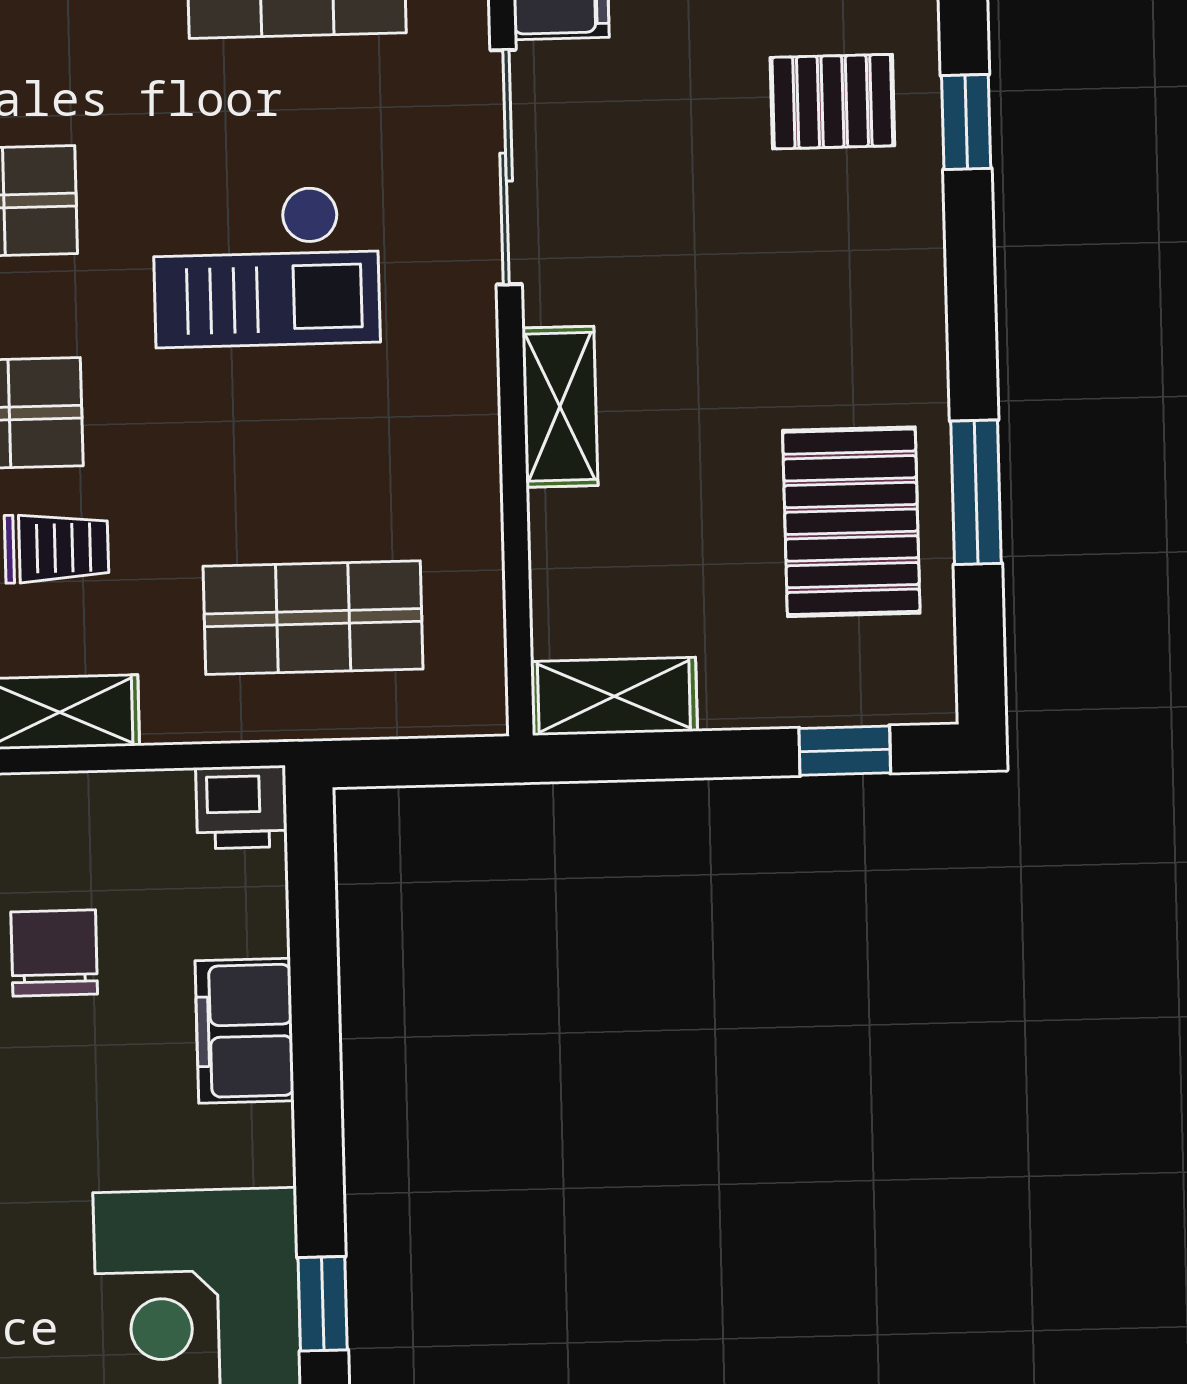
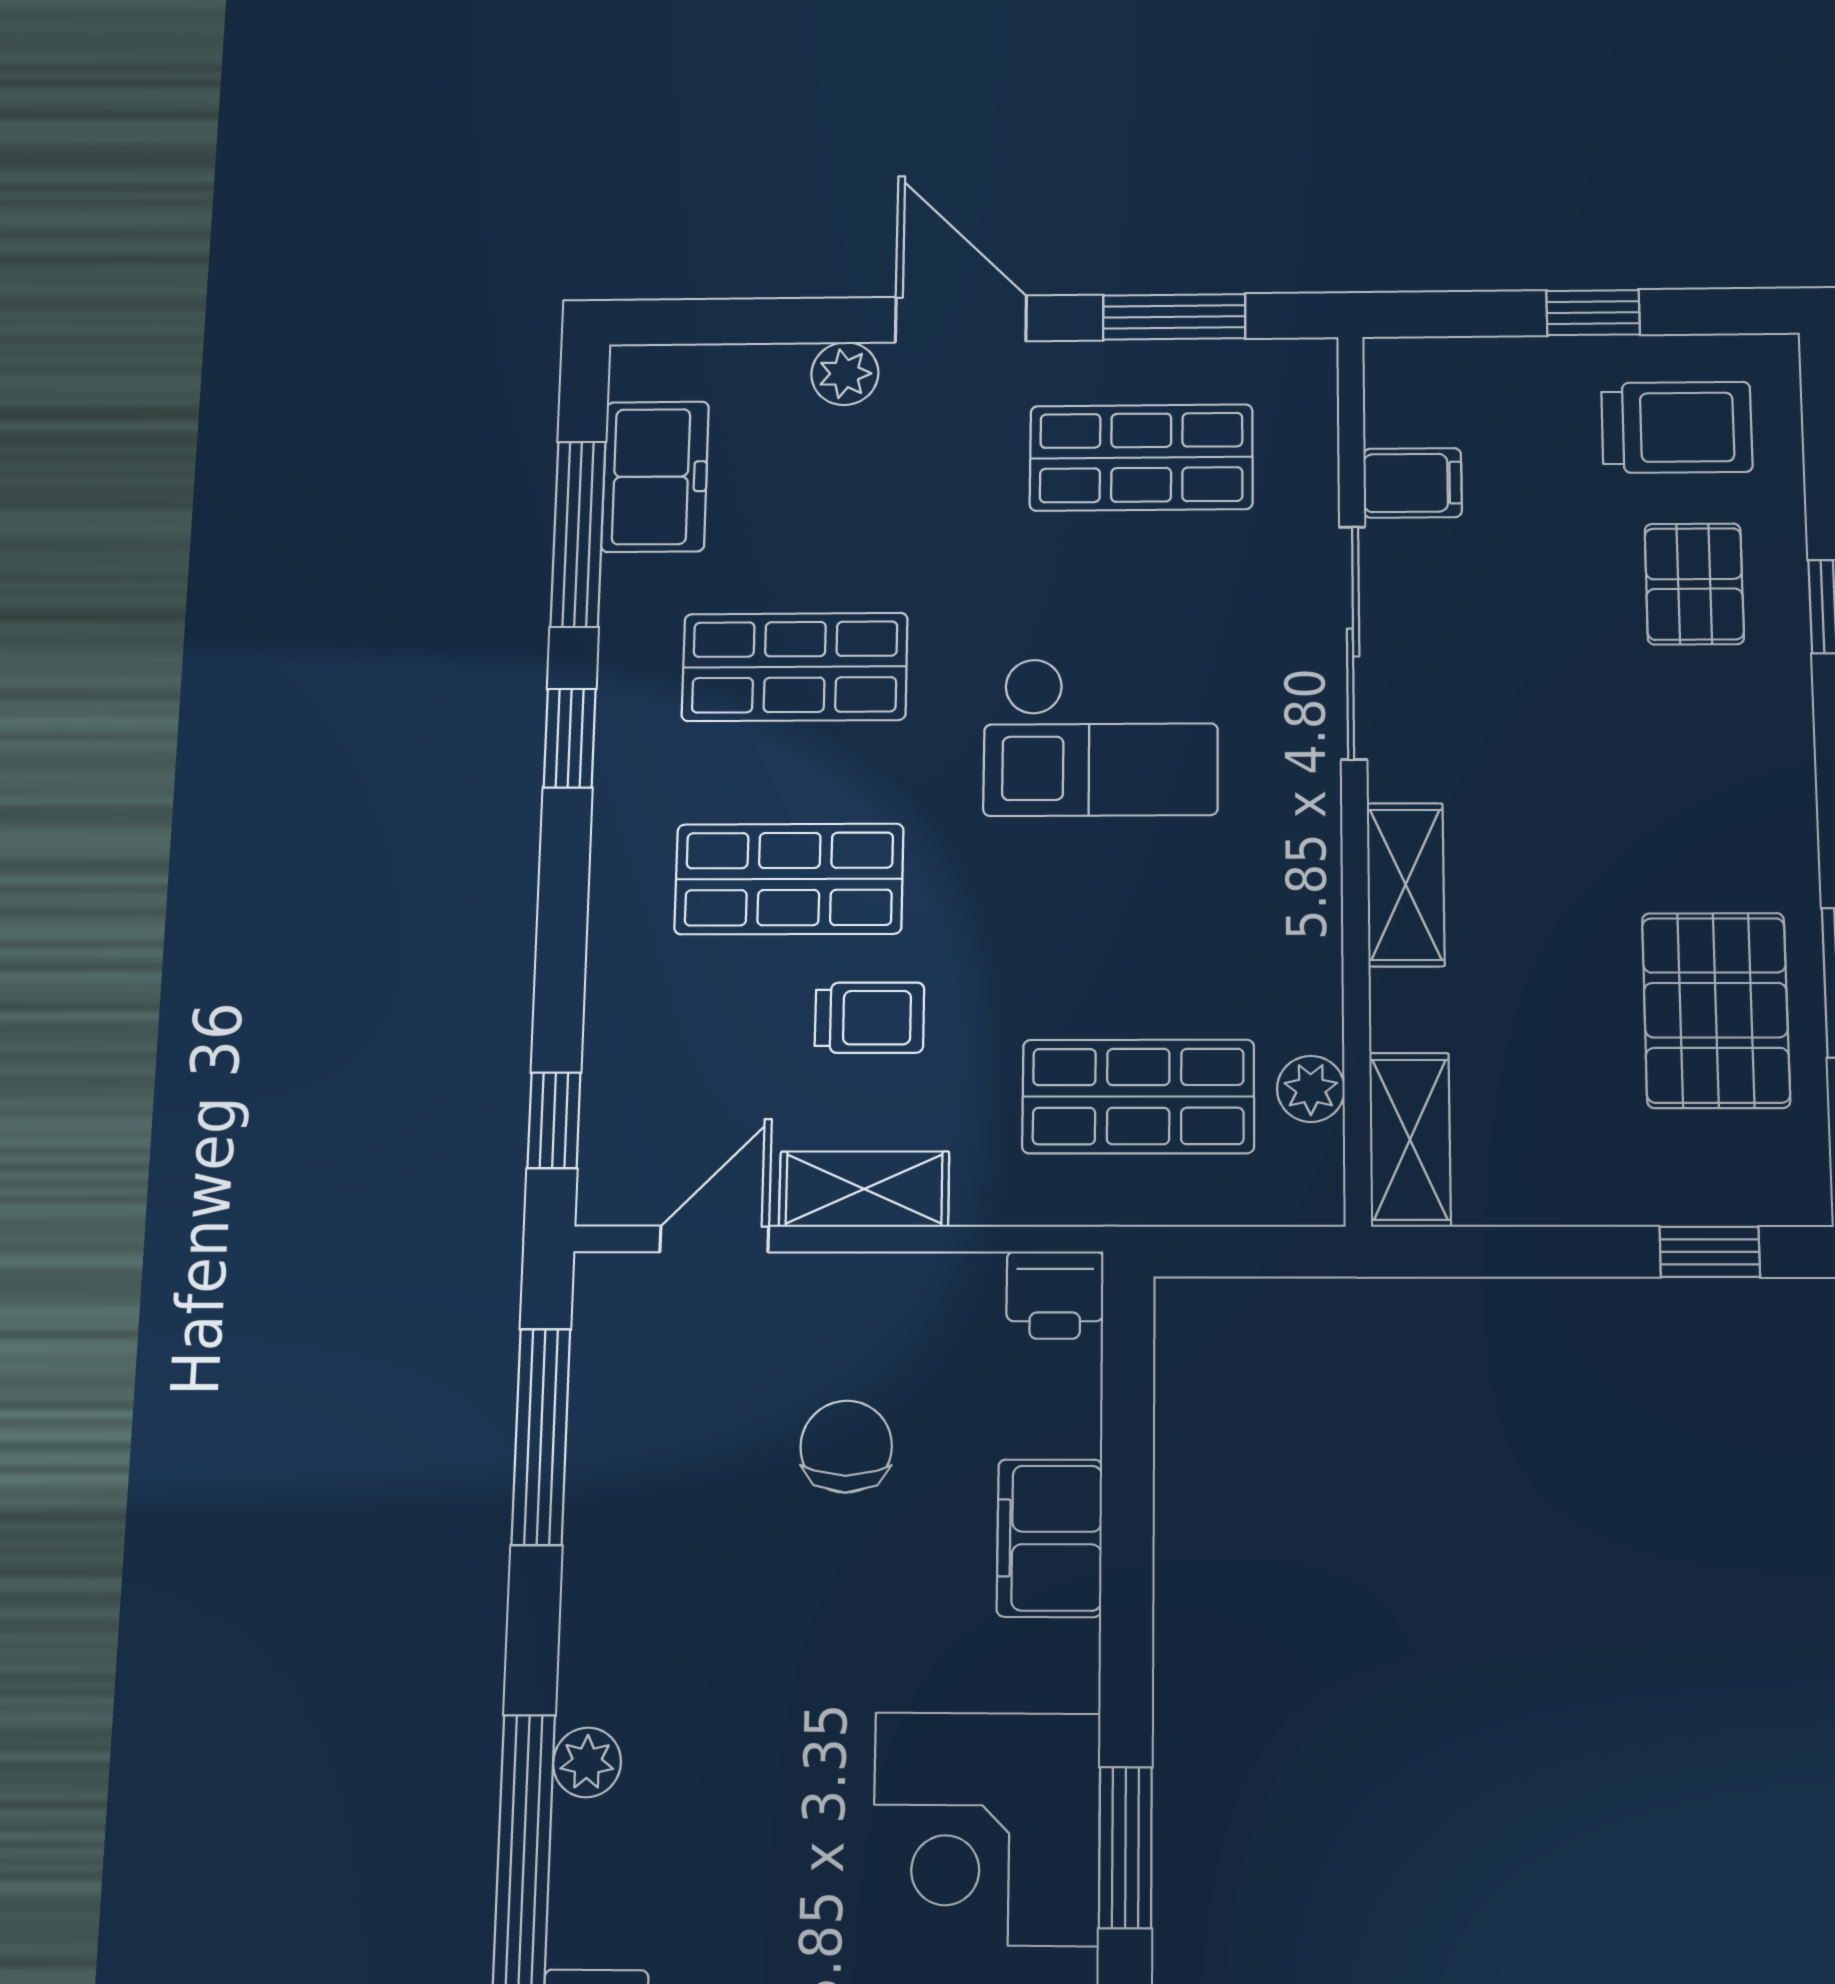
pallet: (832, 102) -> (1694, 584), turned 90
plant: (474, 606) -> (1311, 1089), added
shelving: (614, 696) -> (1410, 1140), moved, turned 90
window: (323, 1304) -> (1125, 1847), width x1.50

